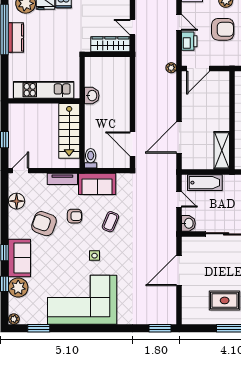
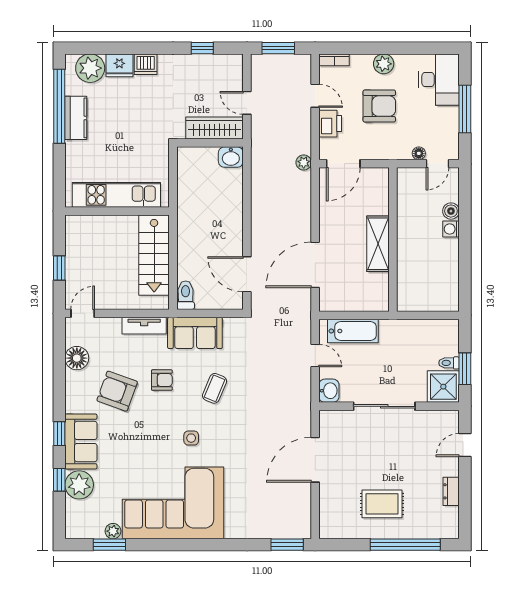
washbasin: (92, 96) -> (231, 157), moved, turned 90
shelving: (222, 150) -> (378, 244), moved
plant: (14, 319) -> (113, 531), moved

